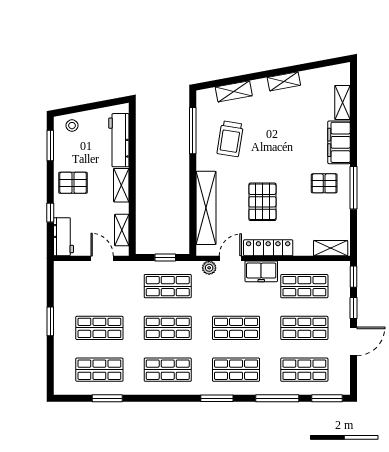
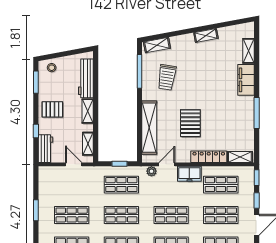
shelving: (234, 91) -> (157, 45), moved
pallet: (324, 183) -> (235, 110), removed
locker: (268, 248) -> (209, 157), moved

